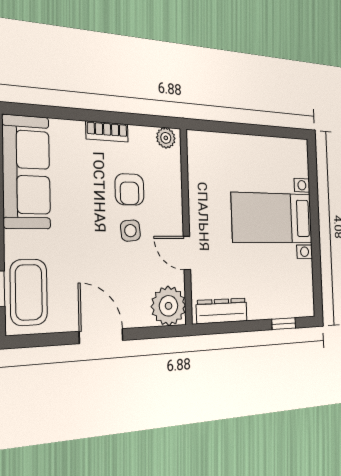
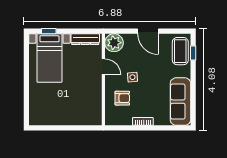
plant: (166, 138) -> (113, 121), removed
armchair: (129, 189) -> (122, 98), moved, turned 90
bed with nightstands: (272, 218) -> (49, 58), moved, turned 90

